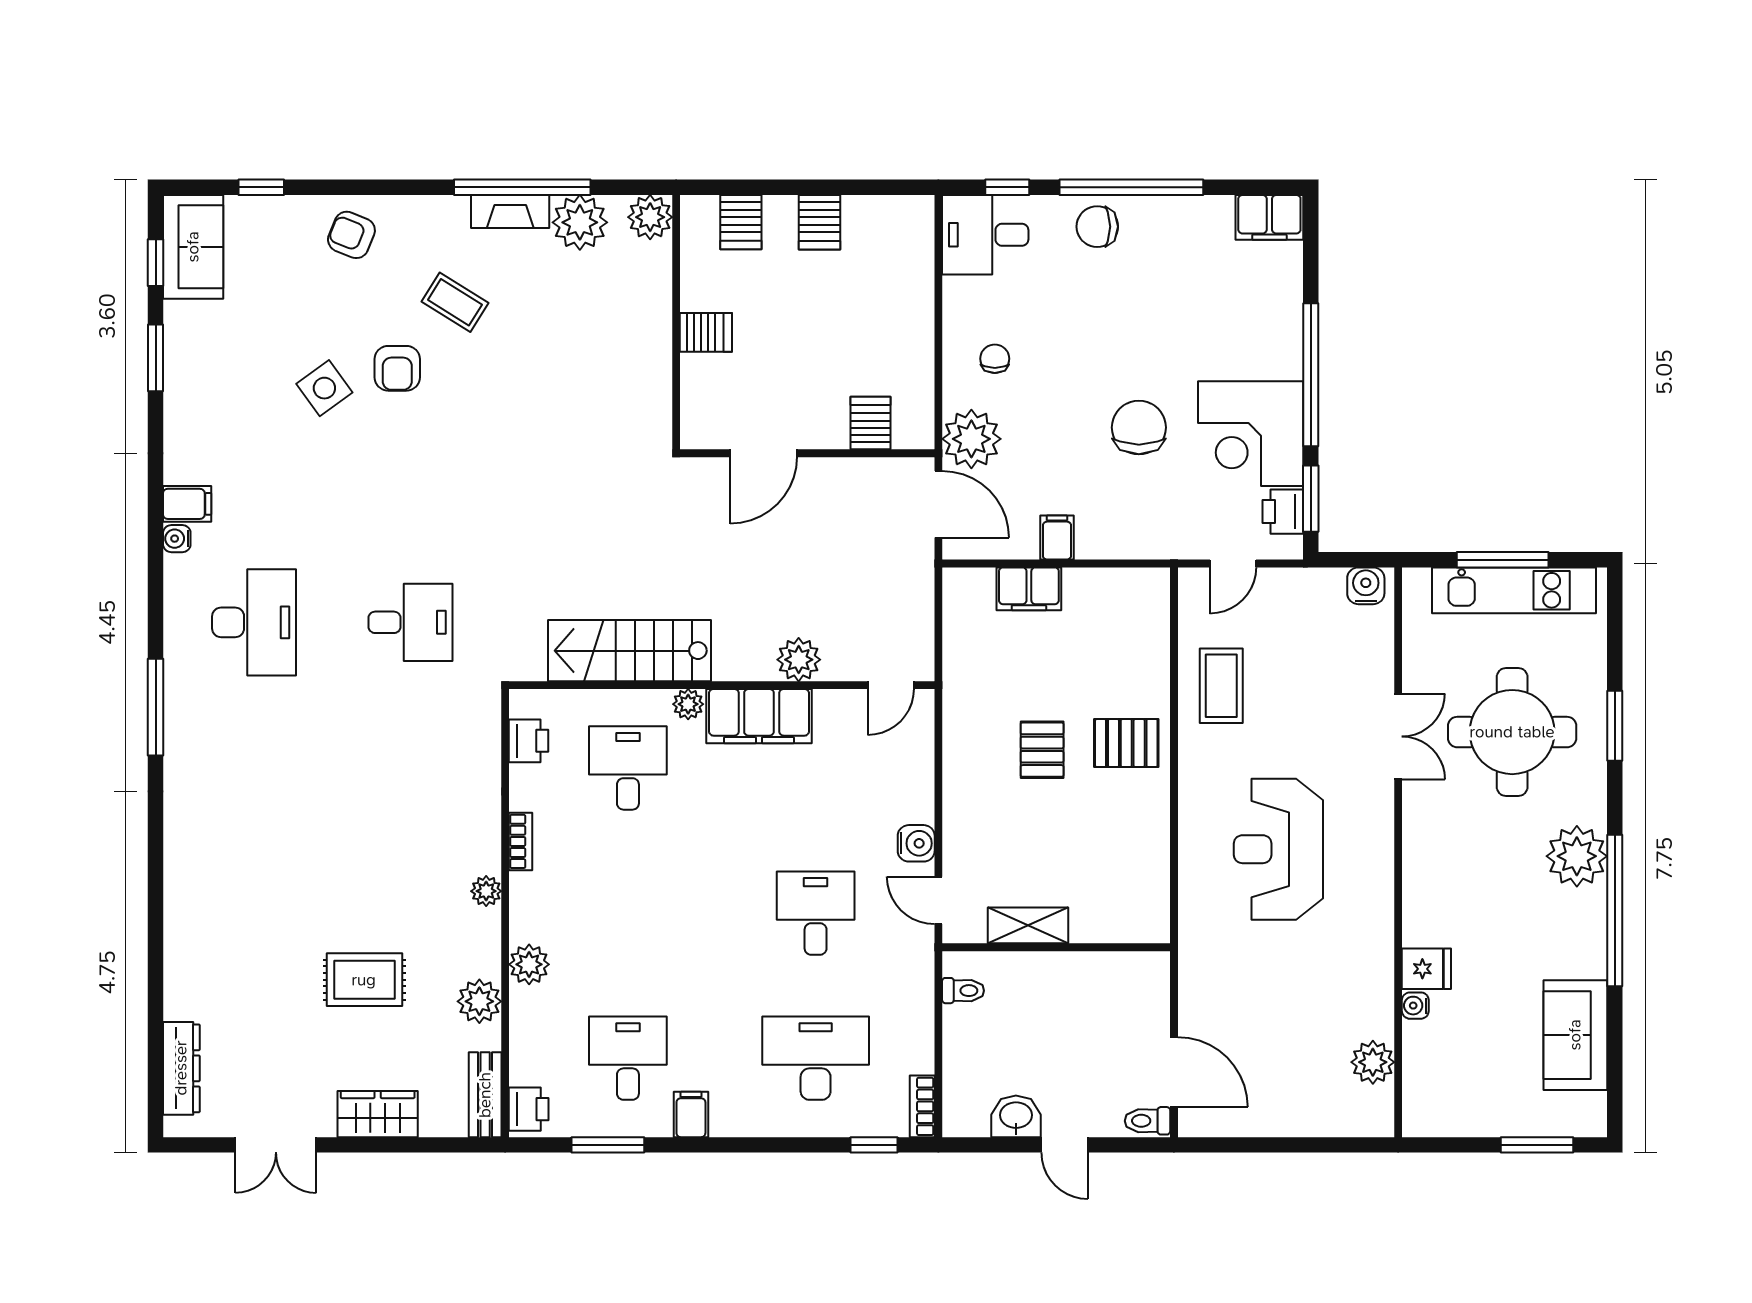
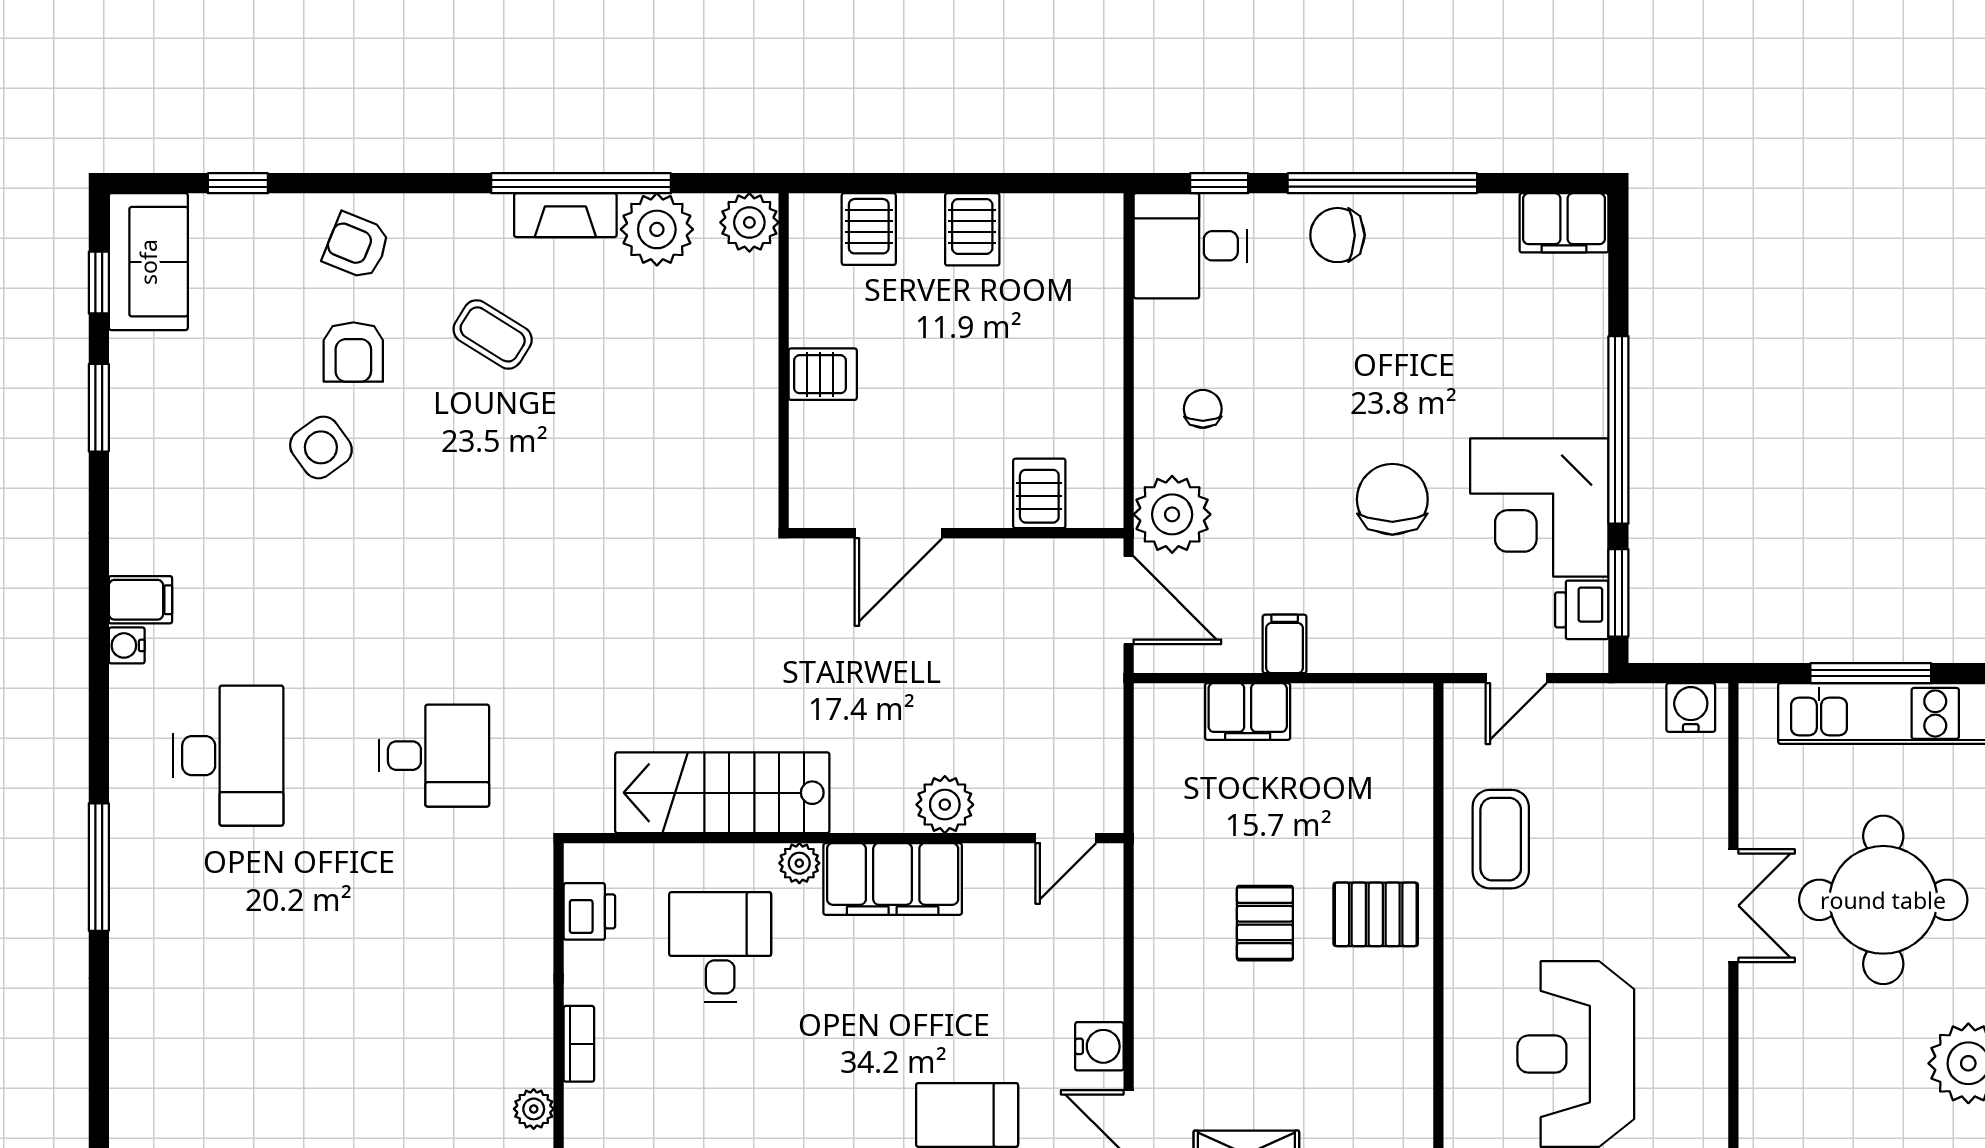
armchair: (397, 368) -> (353, 352), moved

